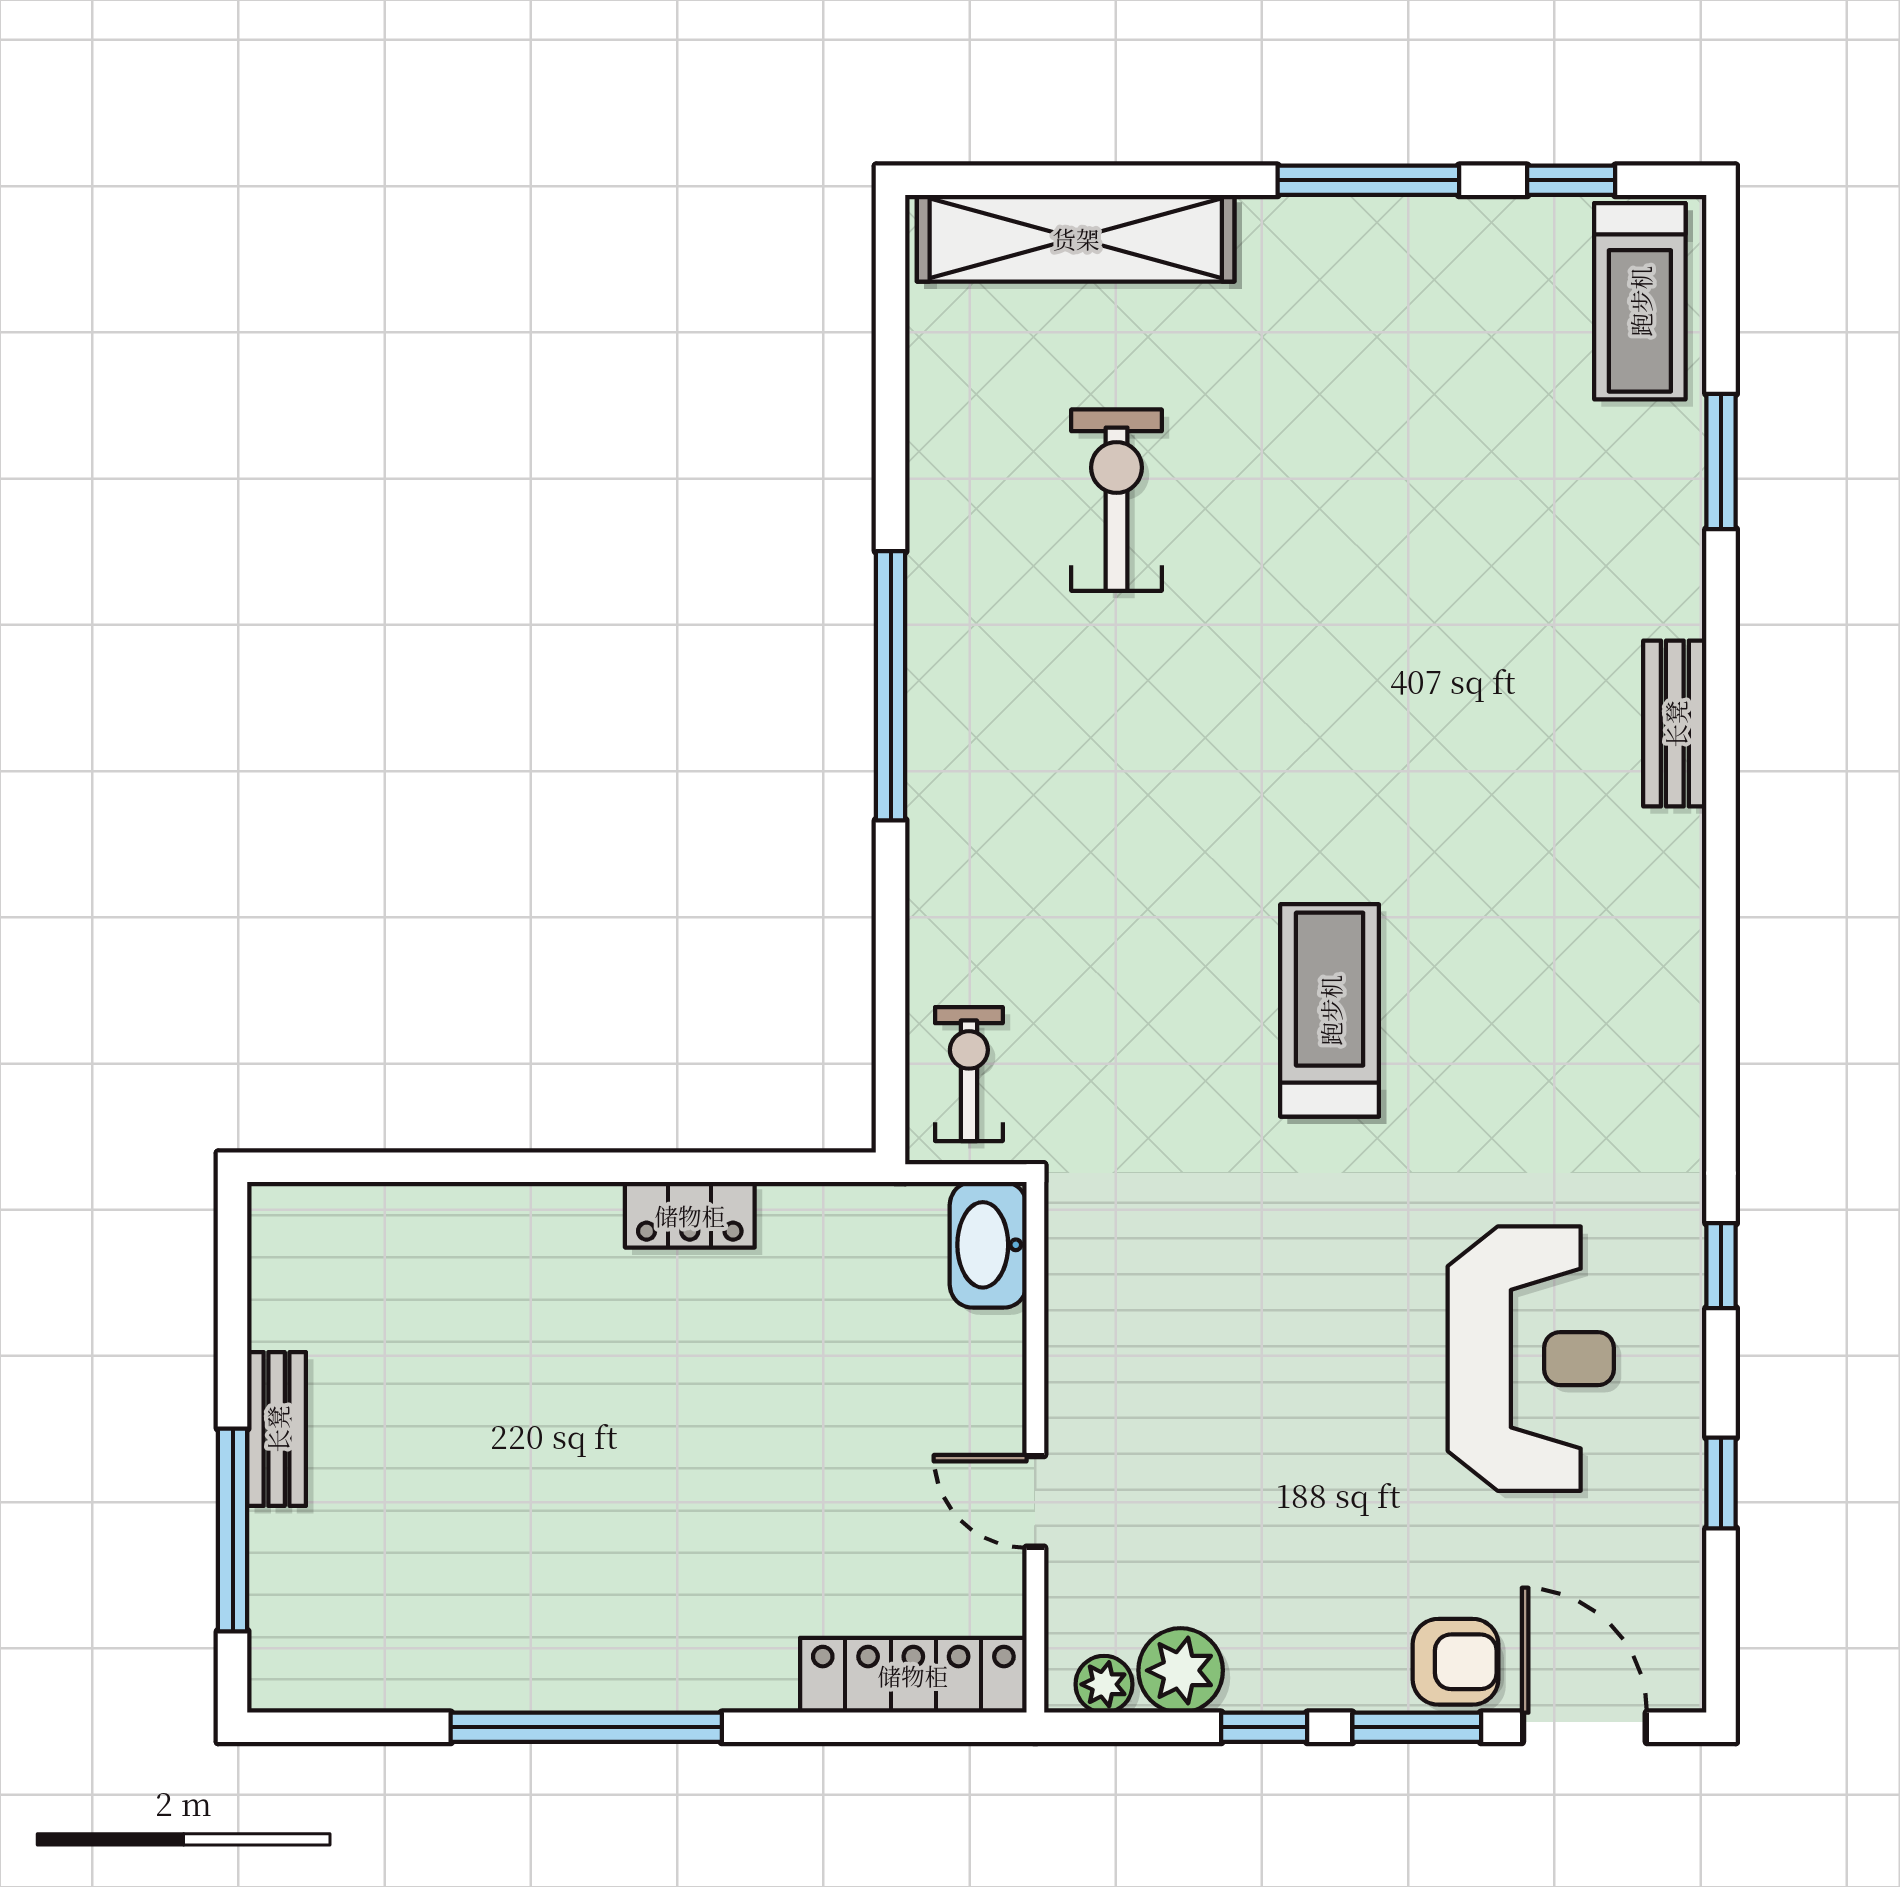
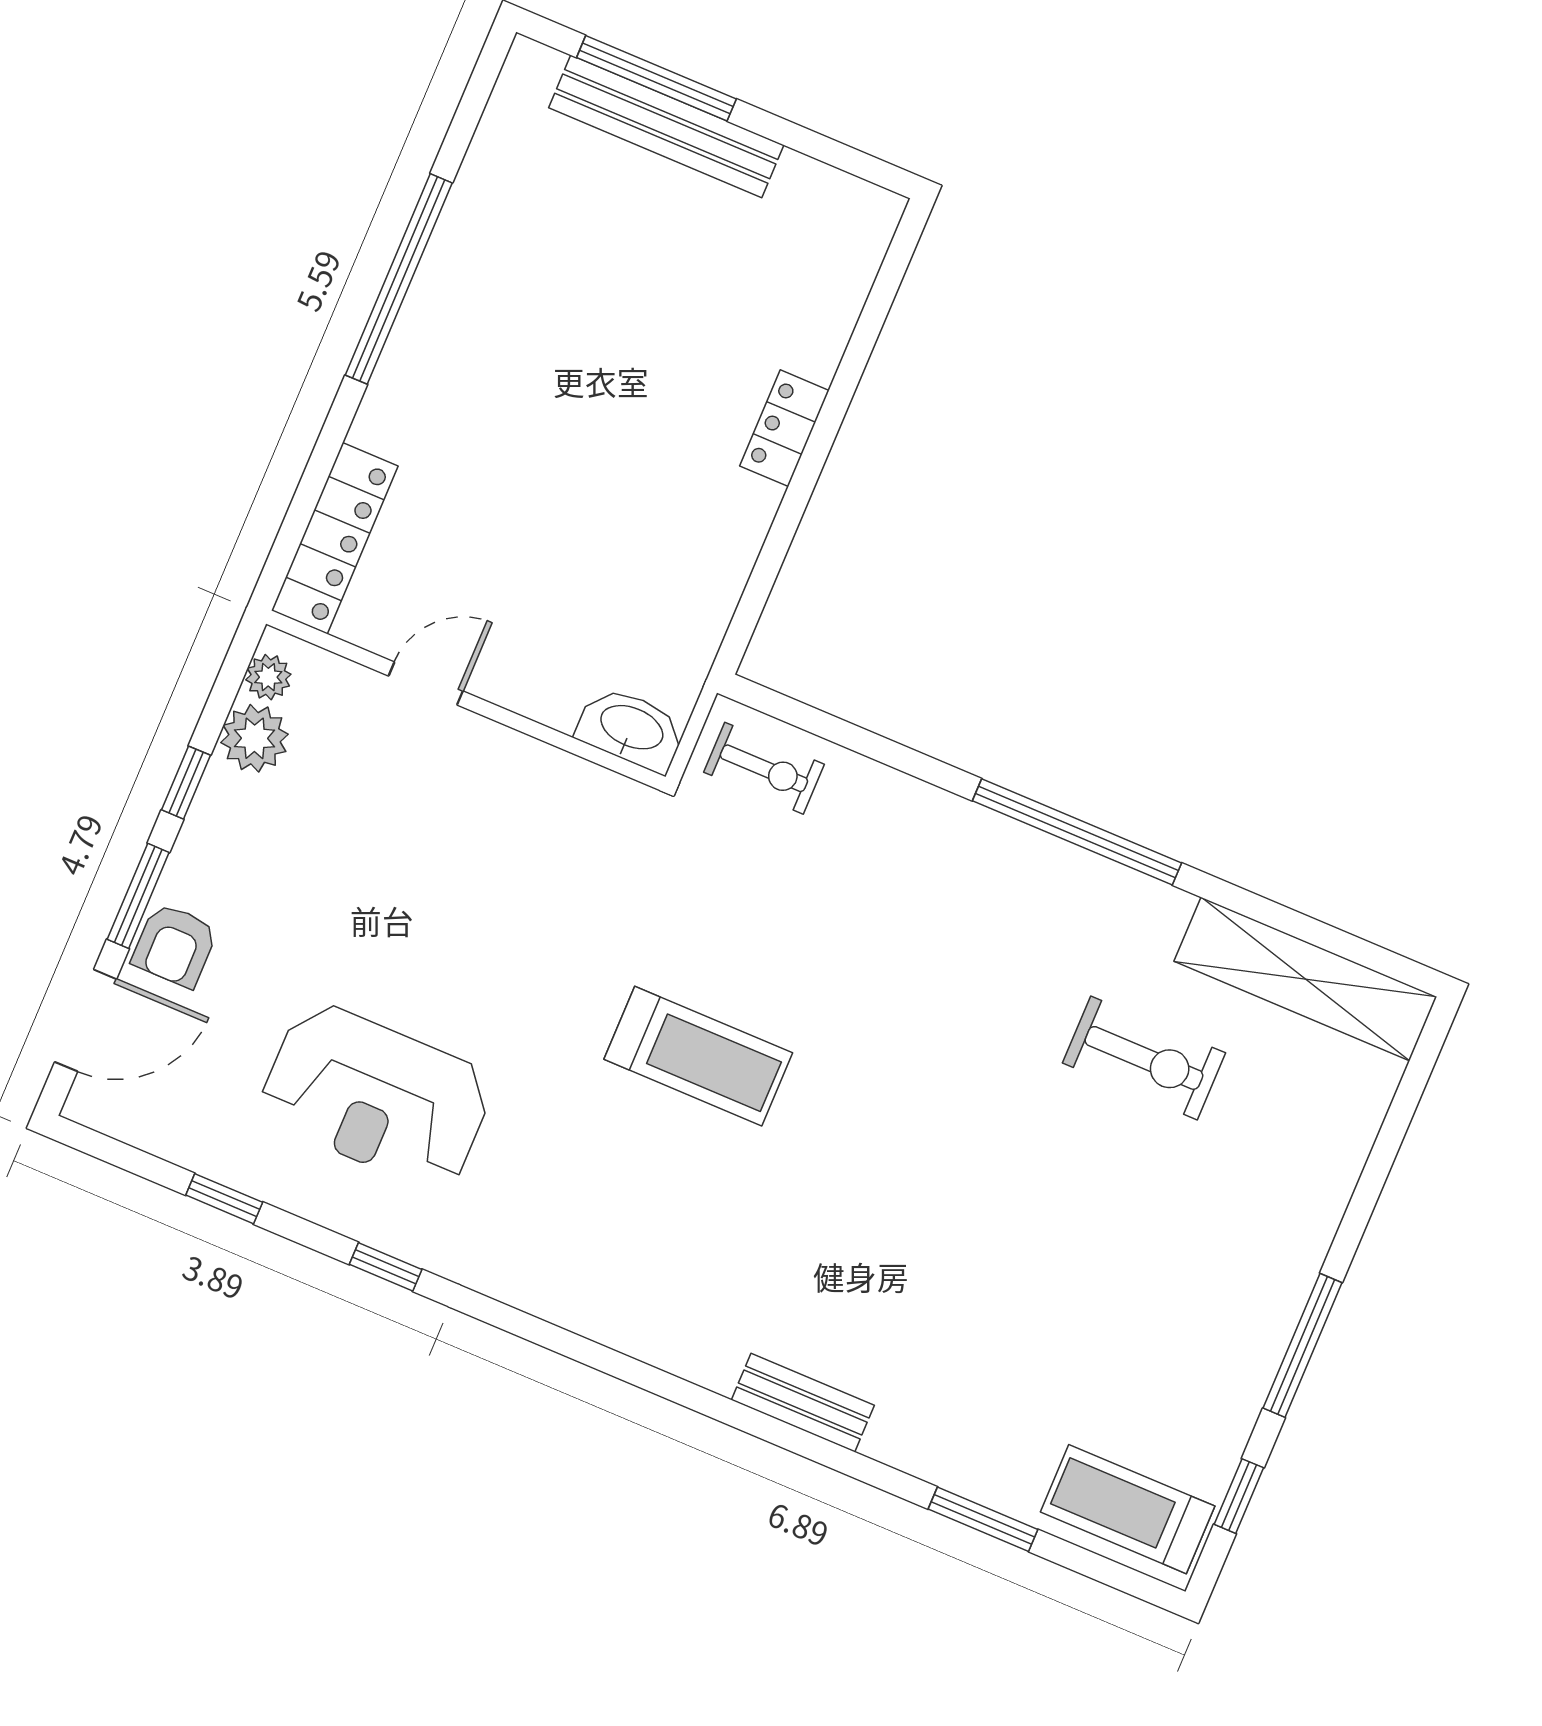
shelving: (1076, 238) -> (1305, 979), moved, turned 90
locker: (690, 1215) -> (784, 428), moved
bench: (277, 1429) -> (666, 126), width x1.86, depth x1.21

